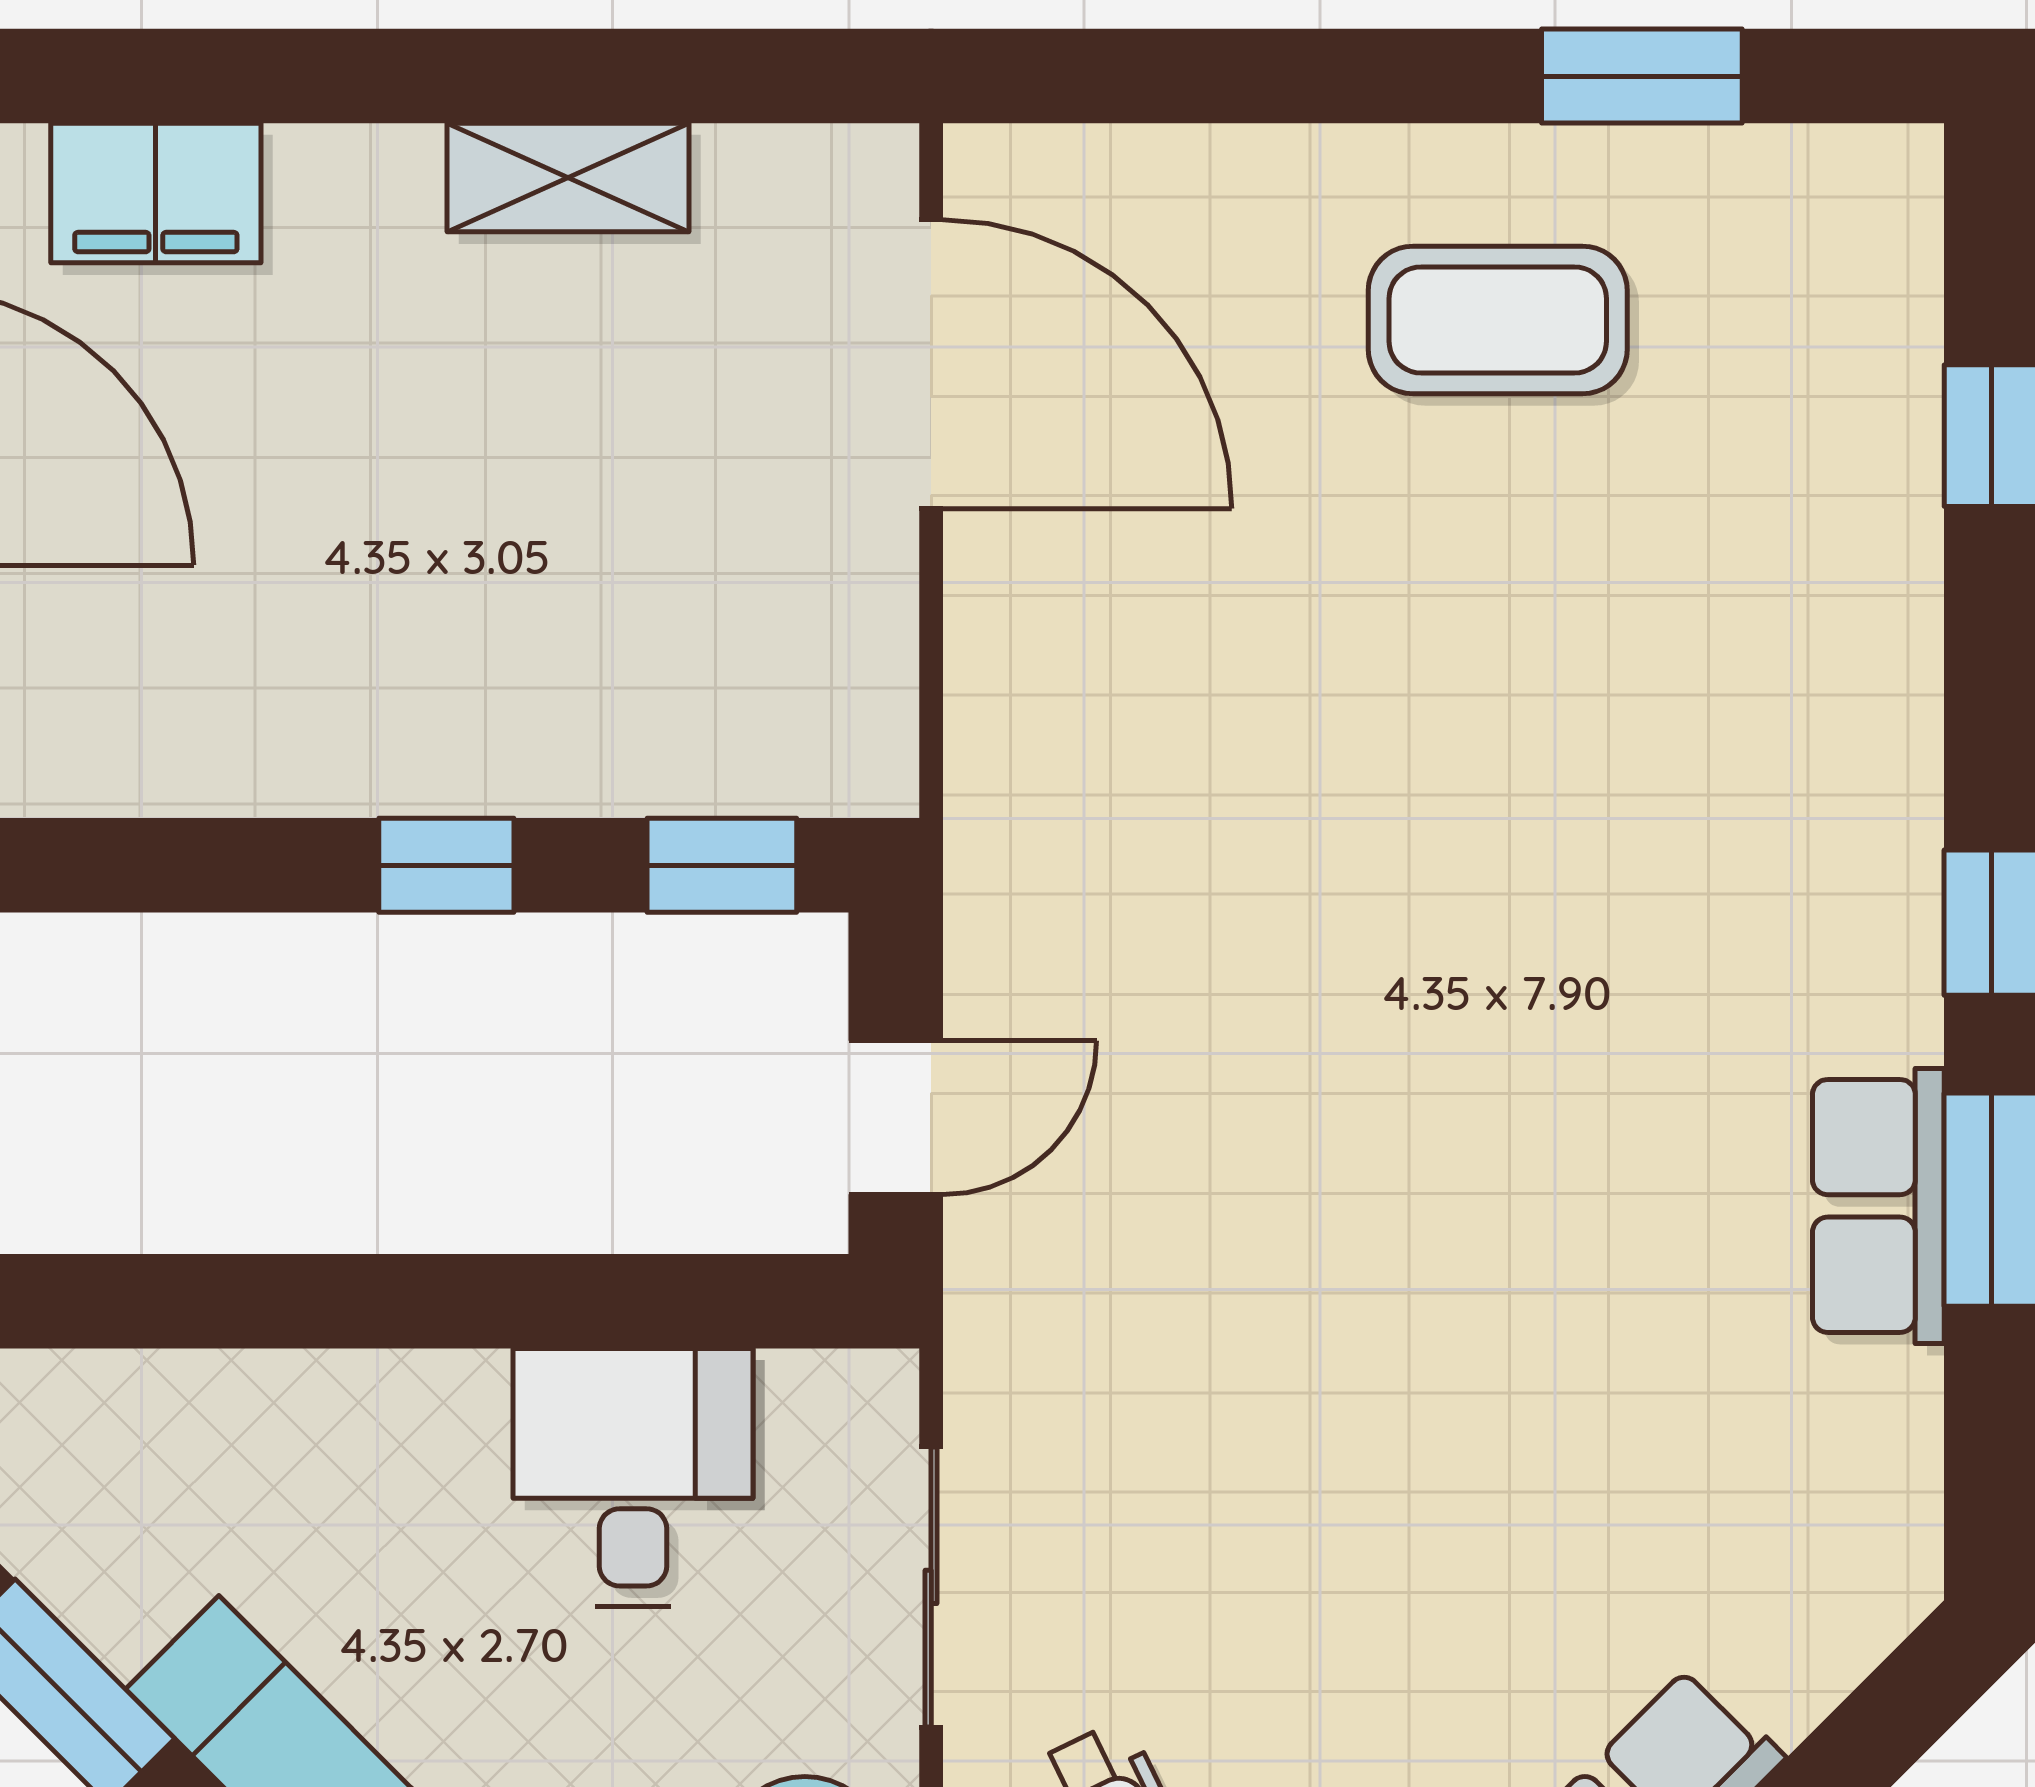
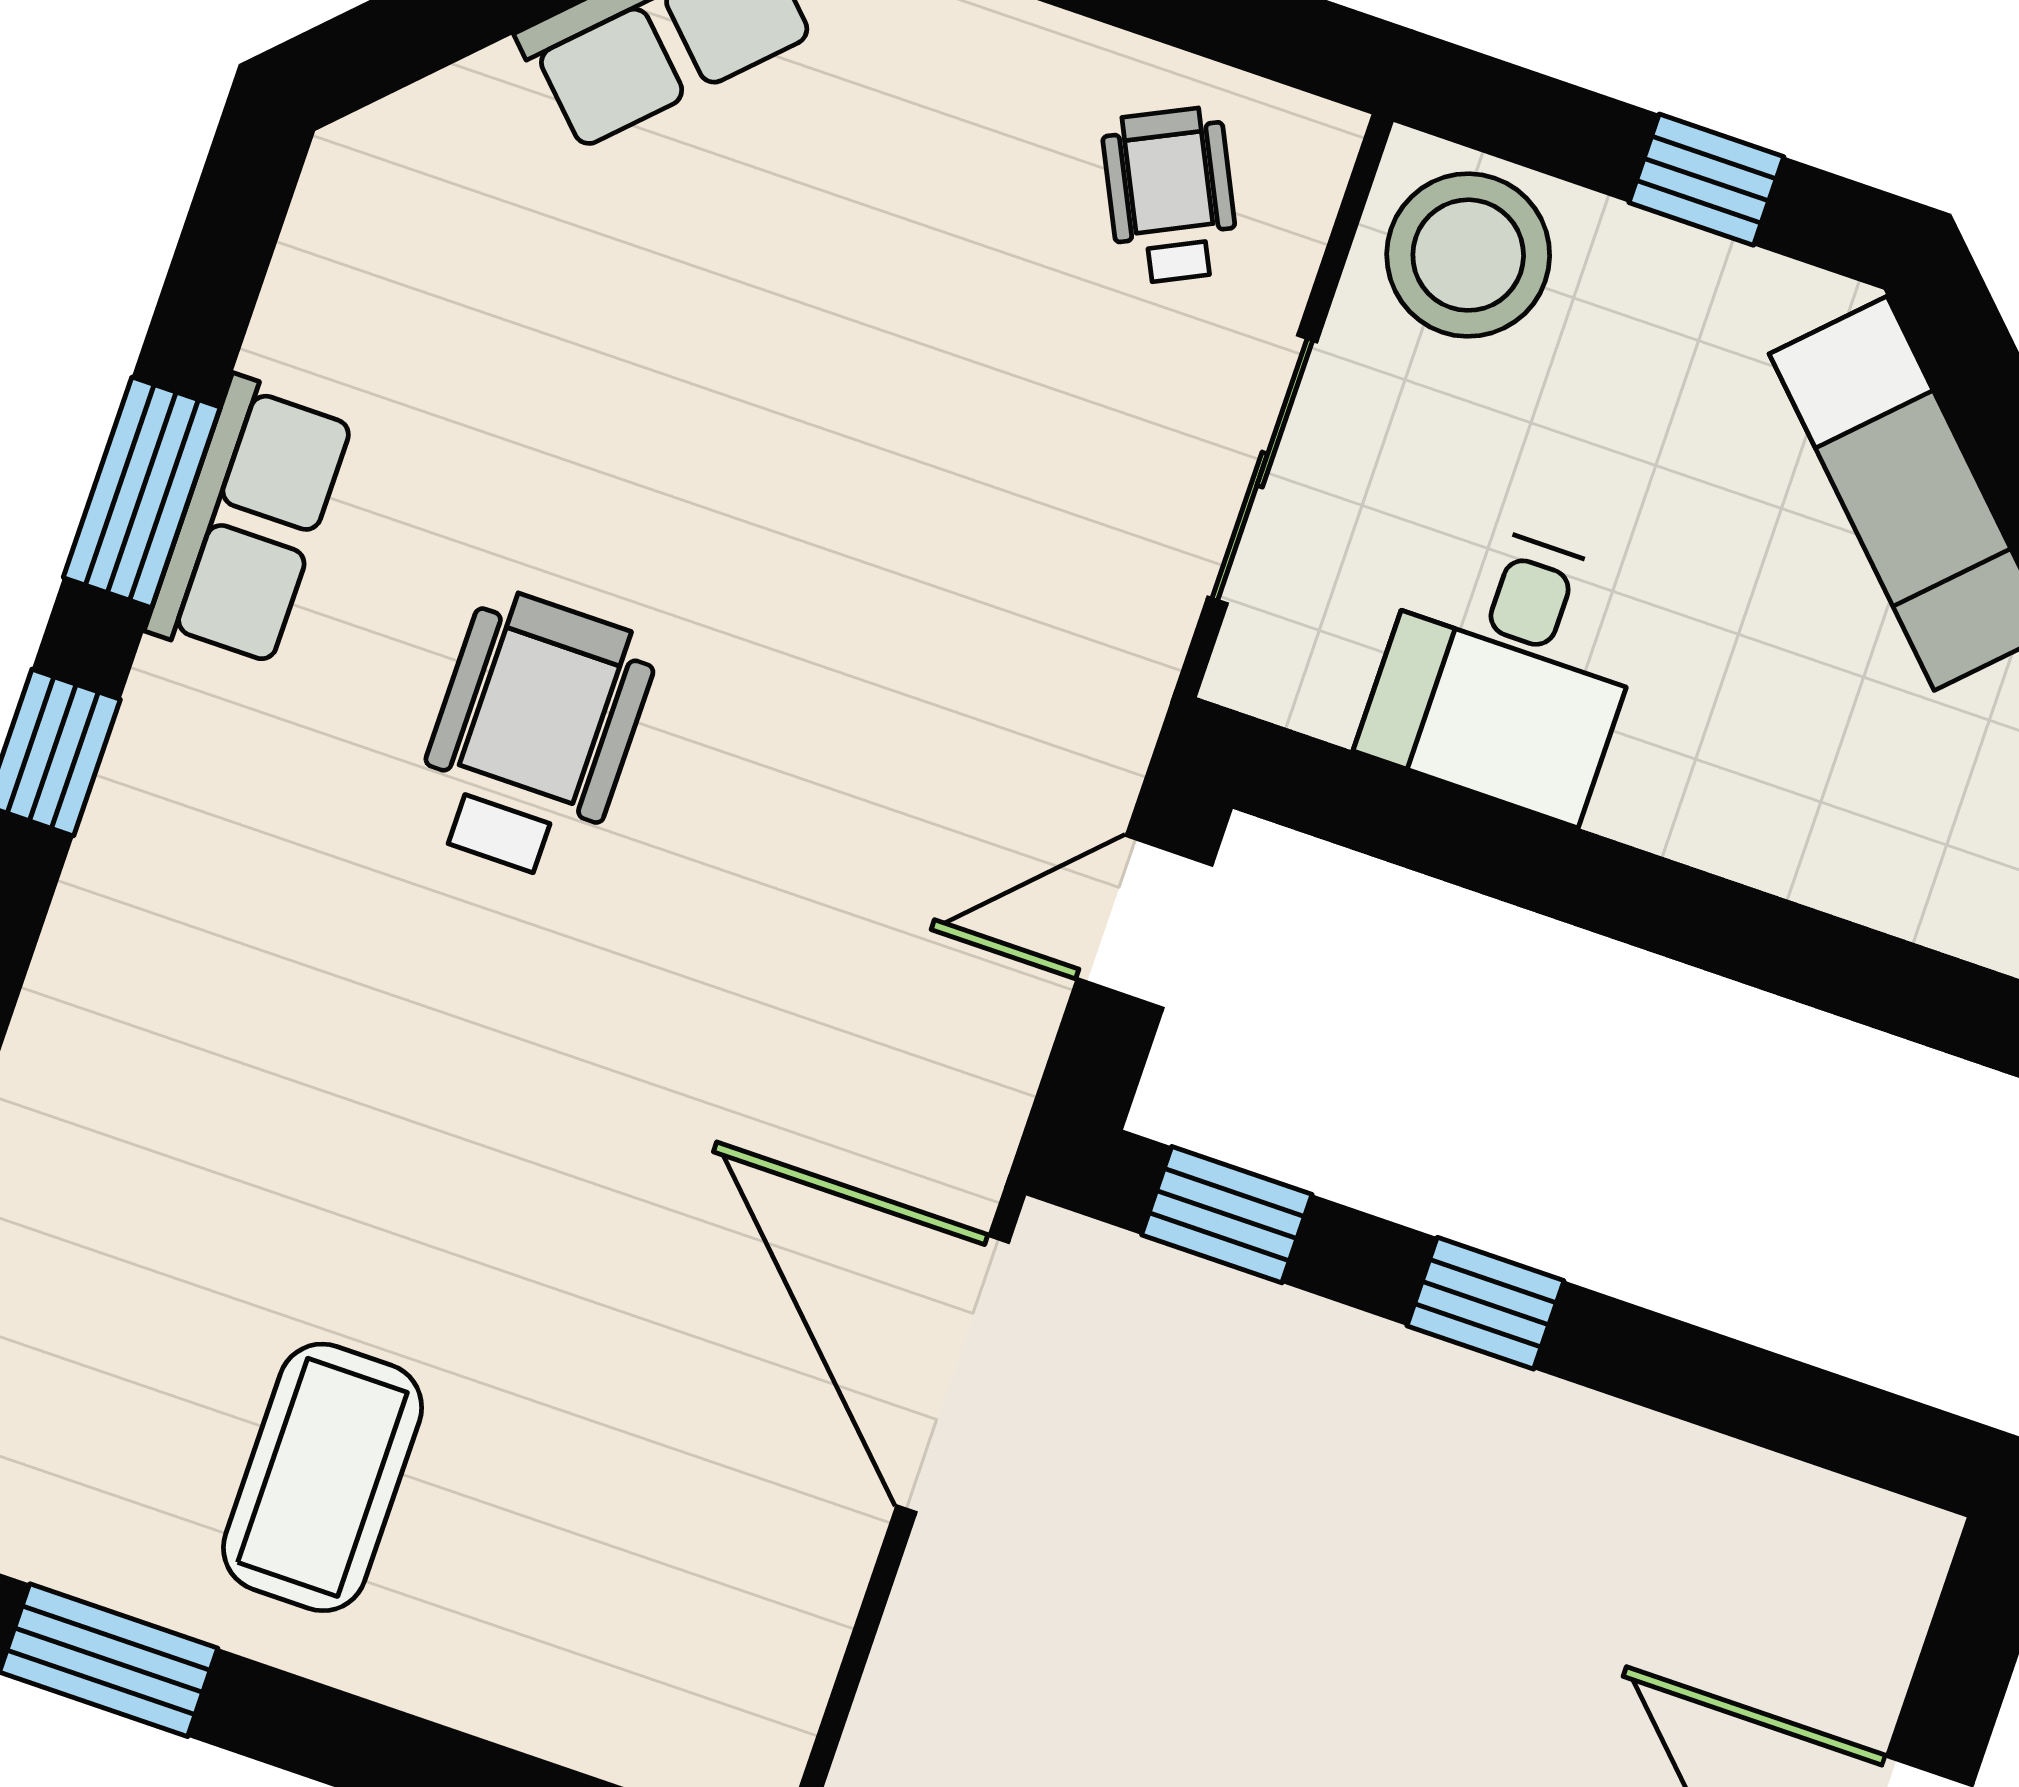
coffee table: (1498, 320) -> (323, 1477), turned 90
door: (931, 364) -> (953, 1374), moved
wheelchair: (1540, 1096) -> (533, 735), added

